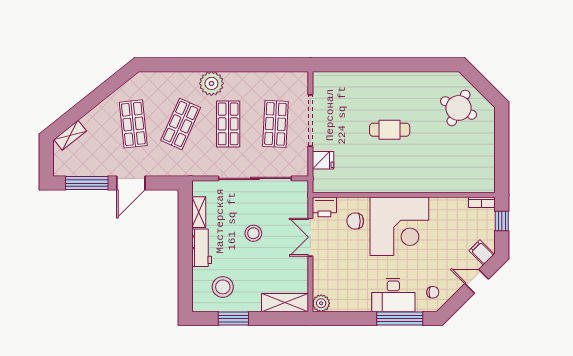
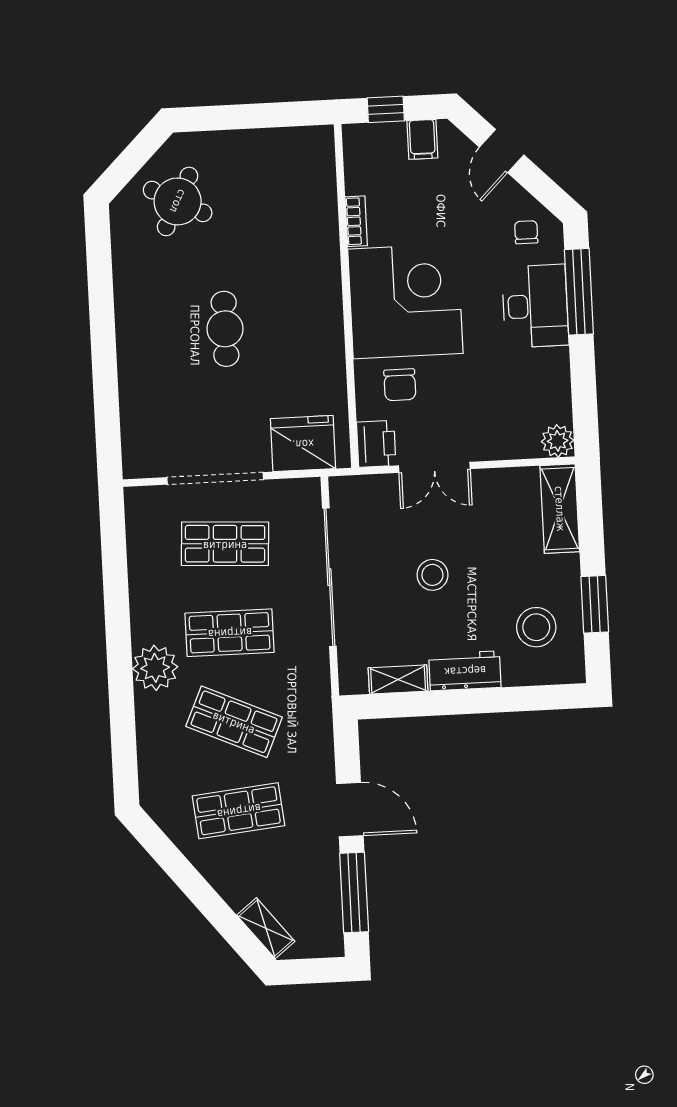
fridge: (323, 160) -> (303, 444), width x1.88, depth x1.34
bookcase: (482, 202) -> (356, 221), moved
filing cabinet: (482, 252) -> (422, 139), moved, turned -45

